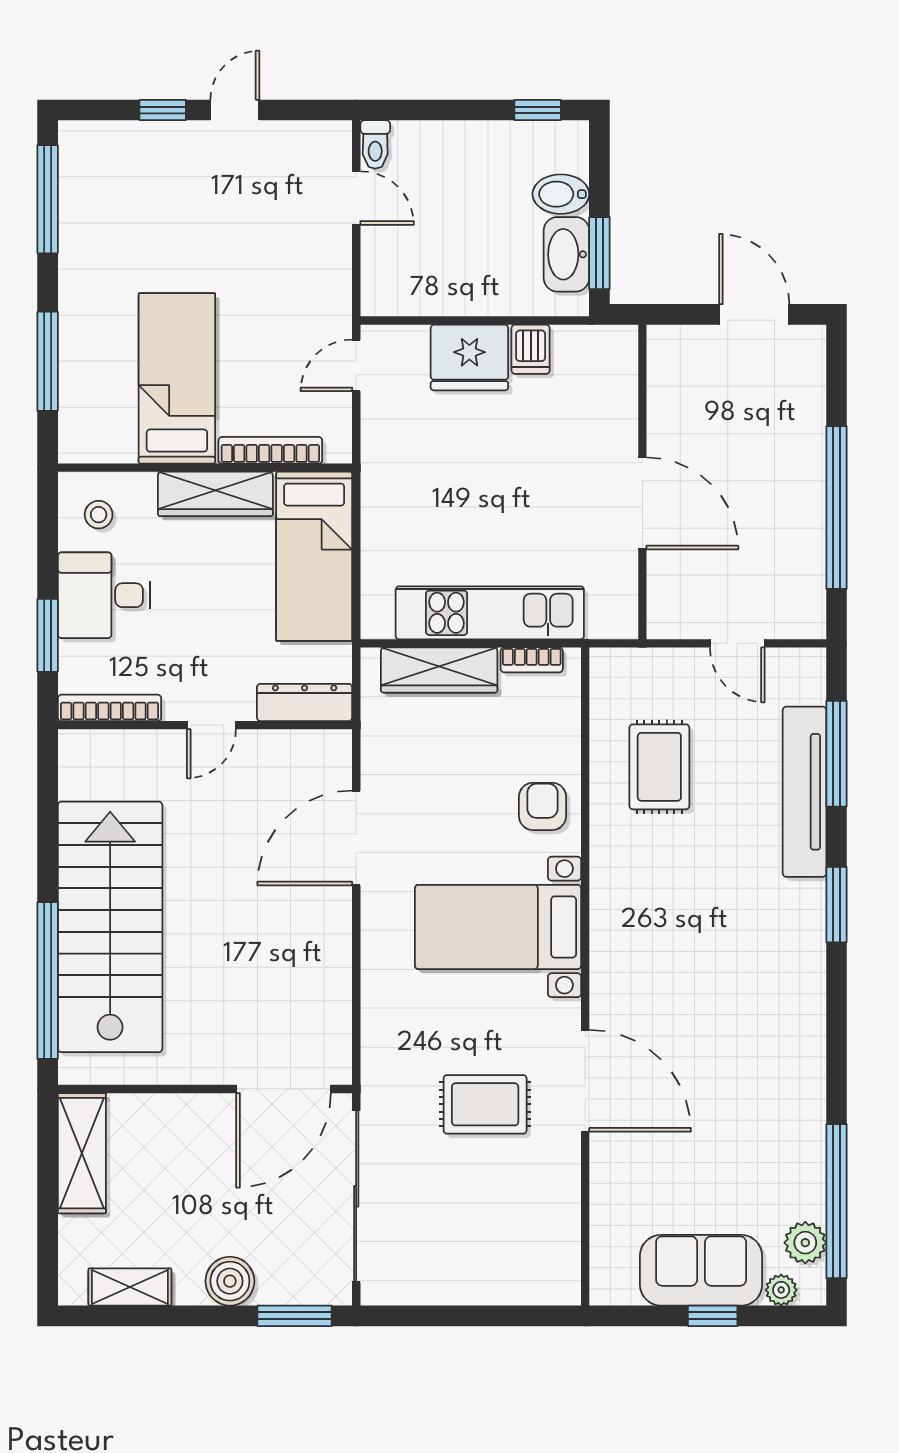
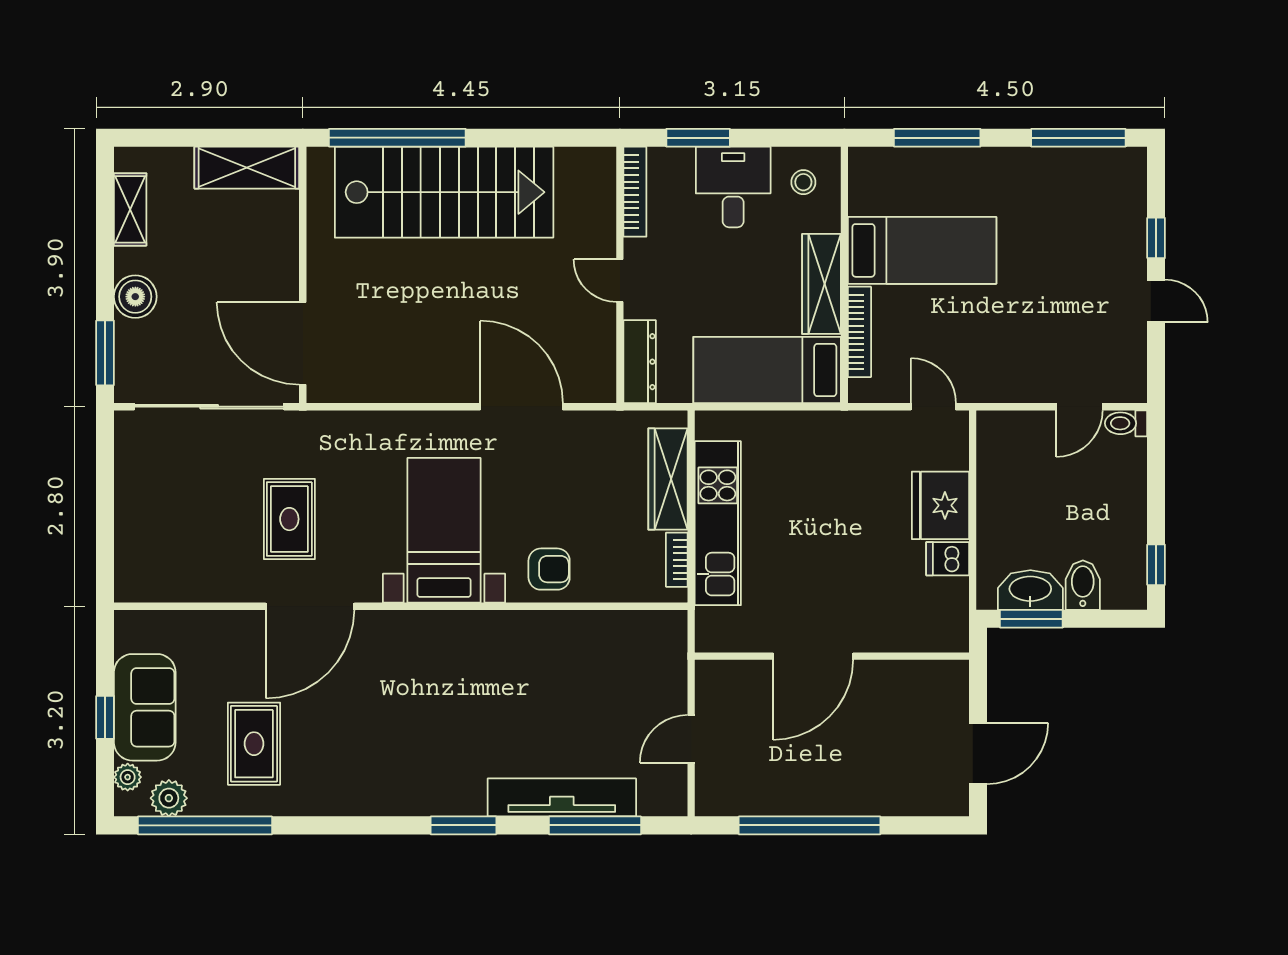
rug: (659, 767) -> (254, 744), moved, turned 90

